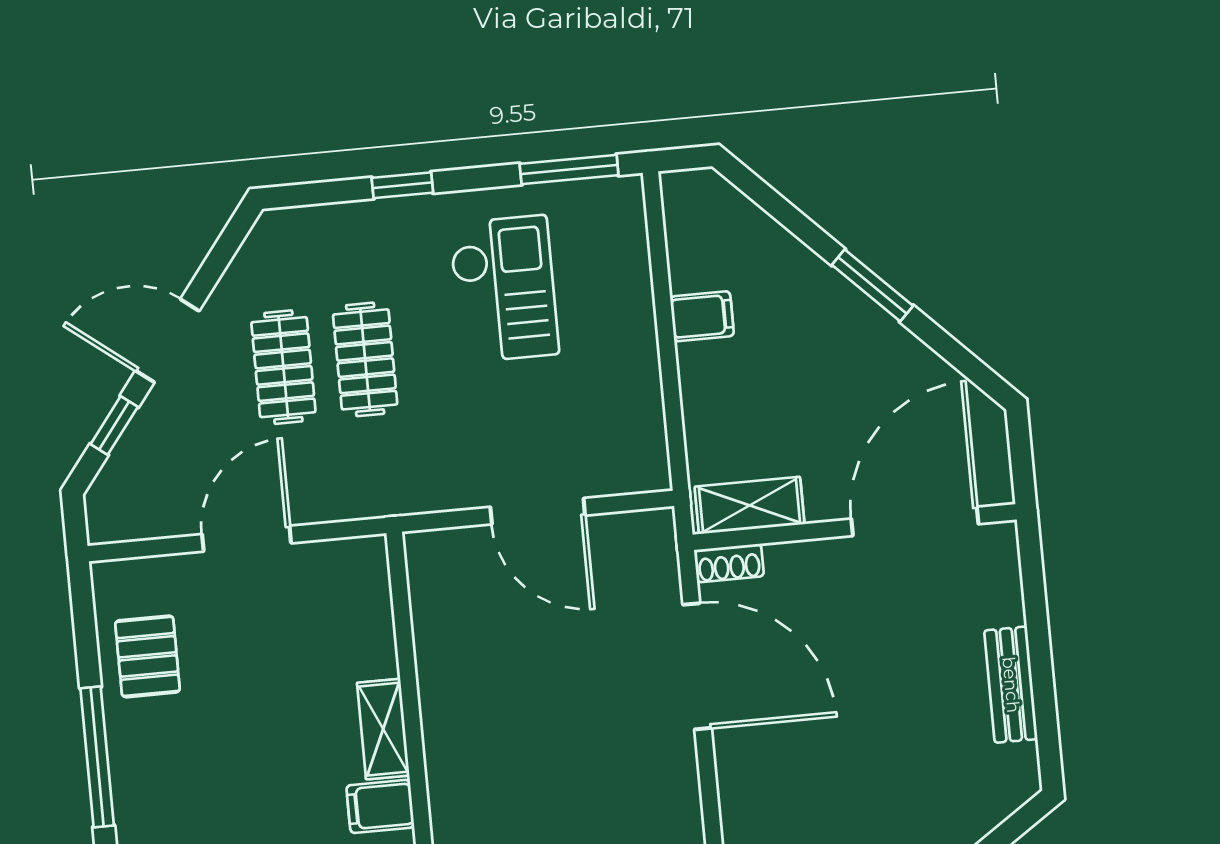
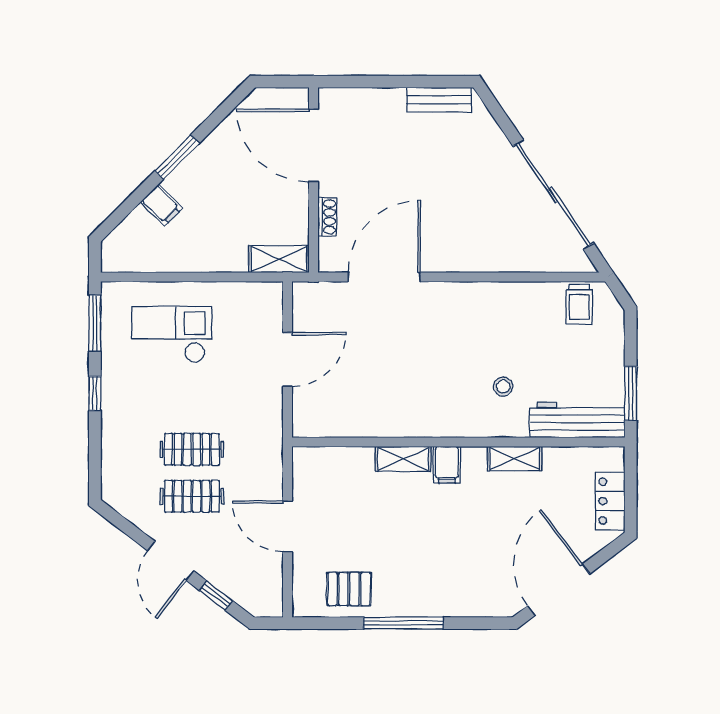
window: (402, 185) -> (95, 393), moved
checkout: (504, 289) -> (171, 334), moved
filing cabinet: (702, 316) -> (162, 205), moved, turned 135
shelving: (750, 505) -> (279, 259), moved, turned 90
shoe rack: (729, 563) -> (327, 217), moved
bench: (1011, 685) -> (439, 100), moved

